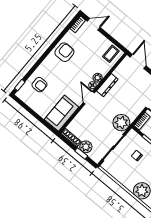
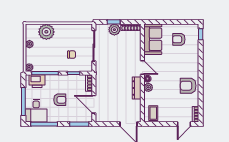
armchair: (64, 52) -> (188, 86), turned 90
armchair: (39, 85) -> (179, 39), moved
plant: (121, 123) -> (103, 69), removed

